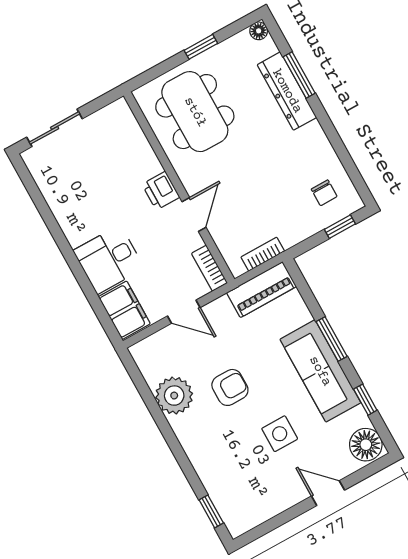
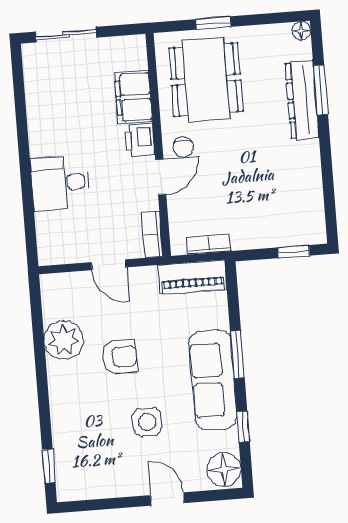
window: (201, 47) -> (213, 23), moved
chair: (324, 193) -> (183, 147), moved
filing cabinet: (124, 310) -> (133, 97), moved, turned 180

